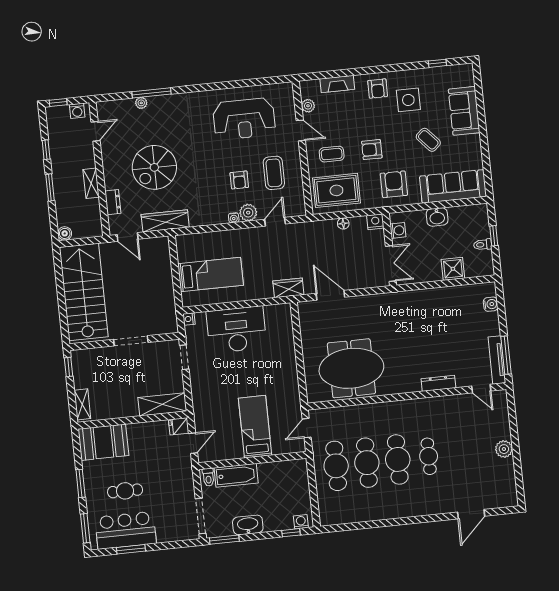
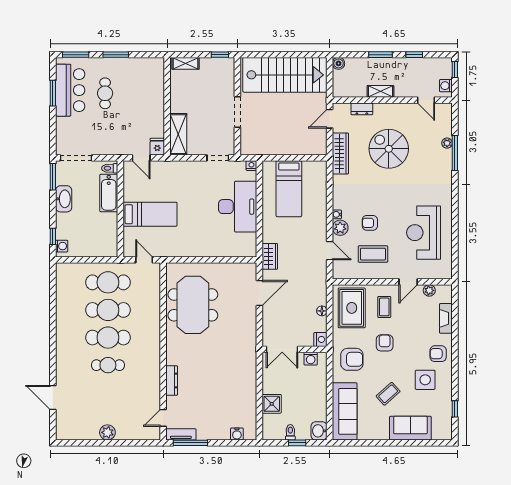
washbasin: (437, 217) -> (319, 431), moved
tv unit: (497, 360) -> (181, 434), width x0.71
booth: (103, 442) -> (150, 79), removed

